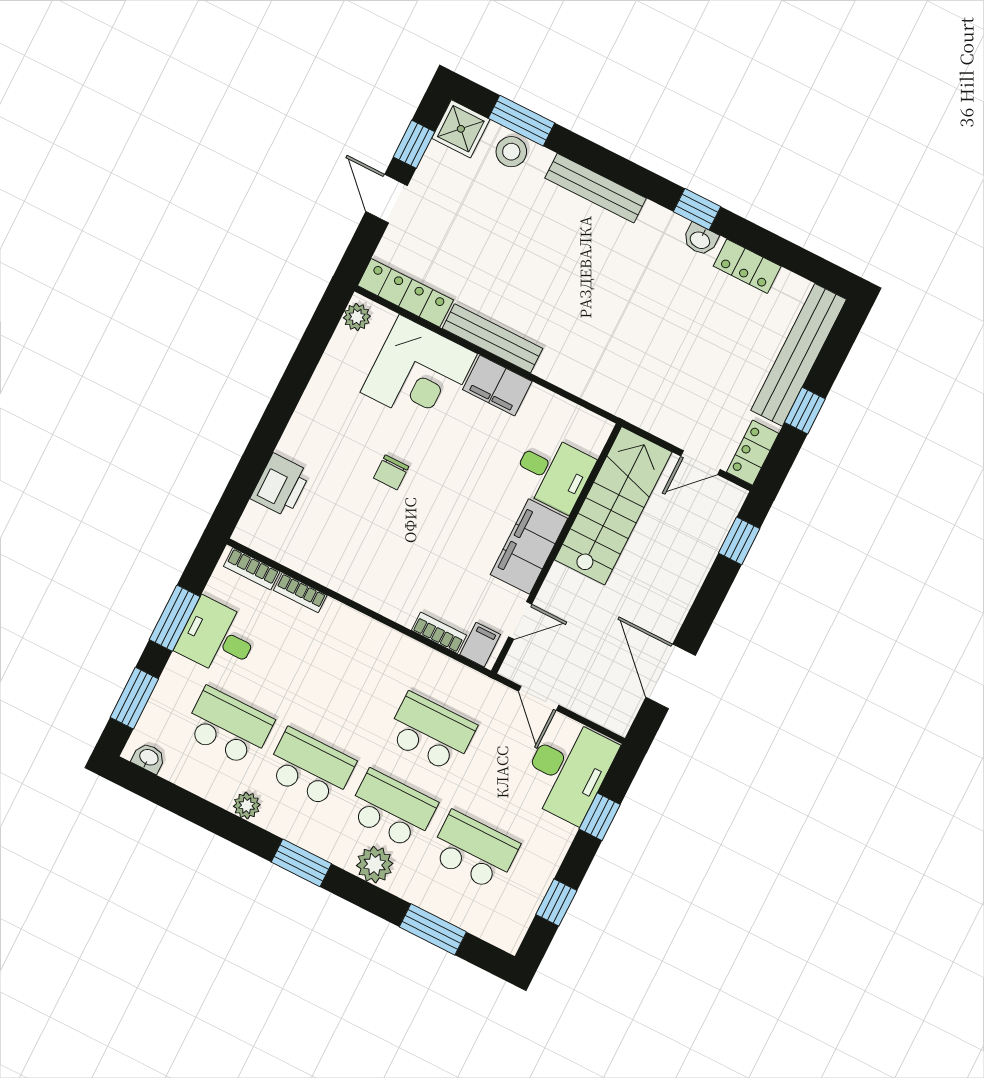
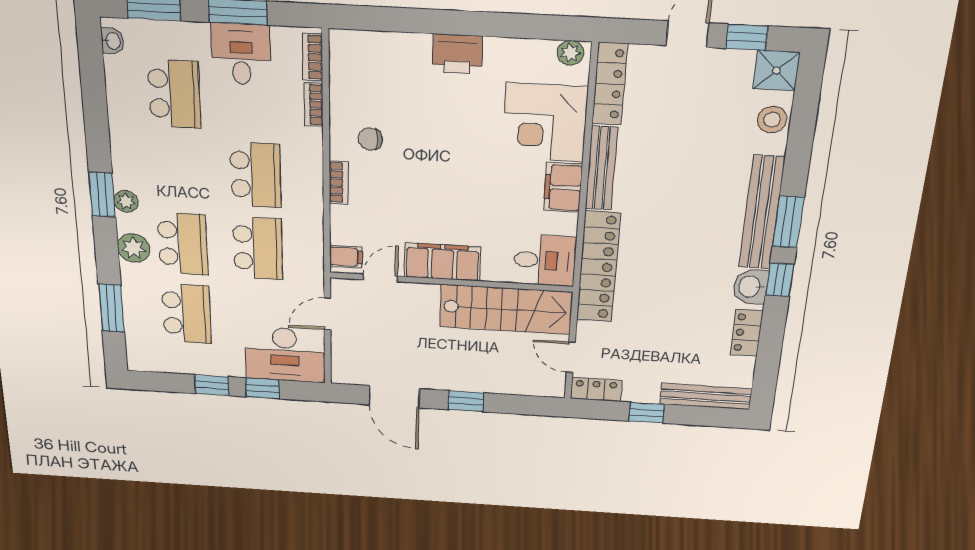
window: (522, 121) -> (788, 222), moved
bench: (596, 188) -> (762, 213), width x1.37, depth x1.21
washbasin: (700, 240) -> (750, 287), width x1.38, depth x1.45
bench: (799, 355) -> (706, 396), width x0.73, depth x0.82
locker: (603, 388) -> (598, 267), added
chair: (391, 472) -> (370, 139), moved
desk: (553, 473) -> (545, 260), moved, turned -90
printer: (281, 485) -> (458, 54), moved
window: (739, 541) -> (466, 401), moved
door: (520, 620) -> (380, 278), swing flipped
bookcase: (439, 633) -> (339, 183), moved
door: (671, 676) -> (394, 397), swing flipped
school desk: (310, 768) -> (256, 175), moved
plant: (247, 805) -> (126, 201), moved
window: (556, 902) -> (212, 385), moved

